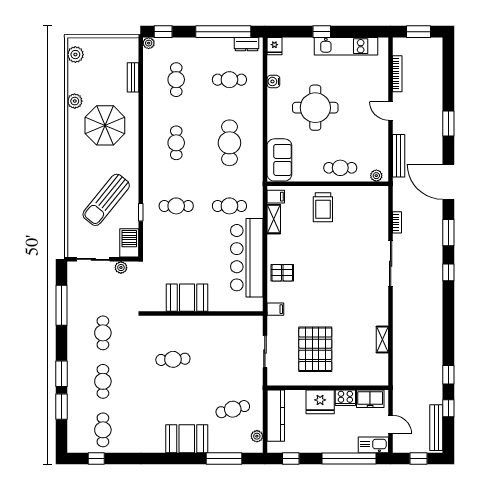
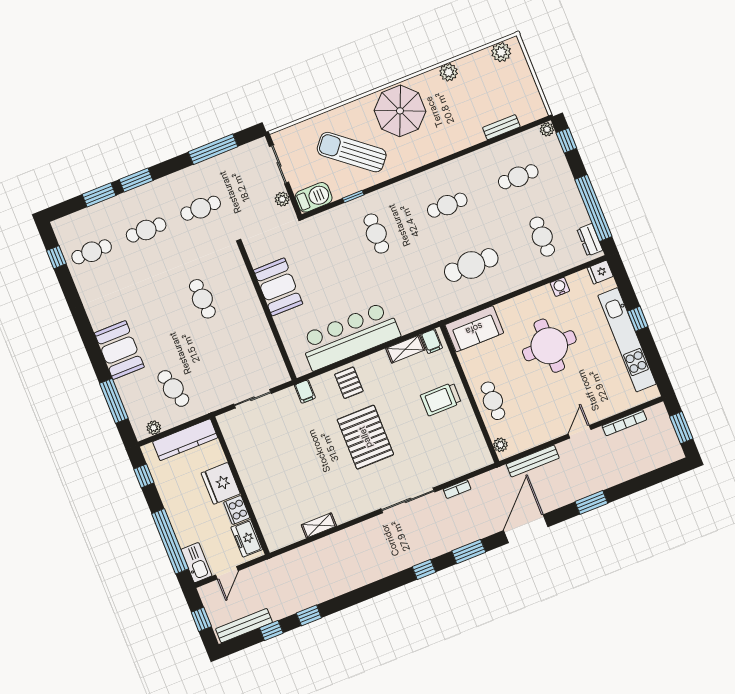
kitchen unit: (346, 46) -> (627, 340), width x1.36
parasol: (105, 125) -> (400, 111), moved
cafe table: (229, 206) -> (400, 293), removed
pallet: (315, 349) -> (365, 437), moved, turned 90

